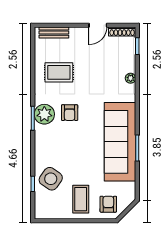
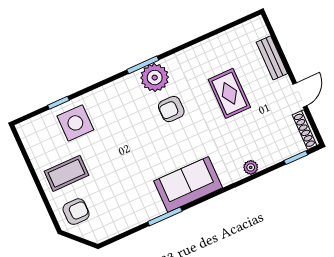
door: (98, 25) -> (300, 95), swing flipped
bench: (54, 33) -> (272, 58), moved
rug: (59, 72) -> (229, 93), moved
sofa: (120, 142) -> (188, 184), width x0.54, depth x0.79
side table: (51, 179) -> (75, 123), turned -35

